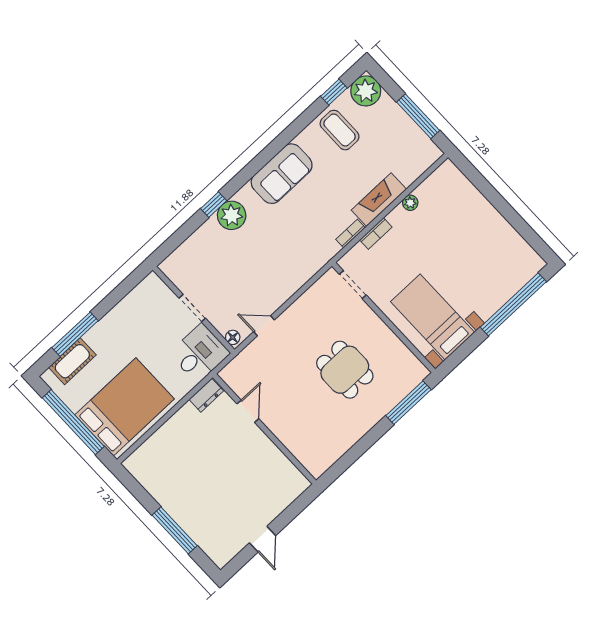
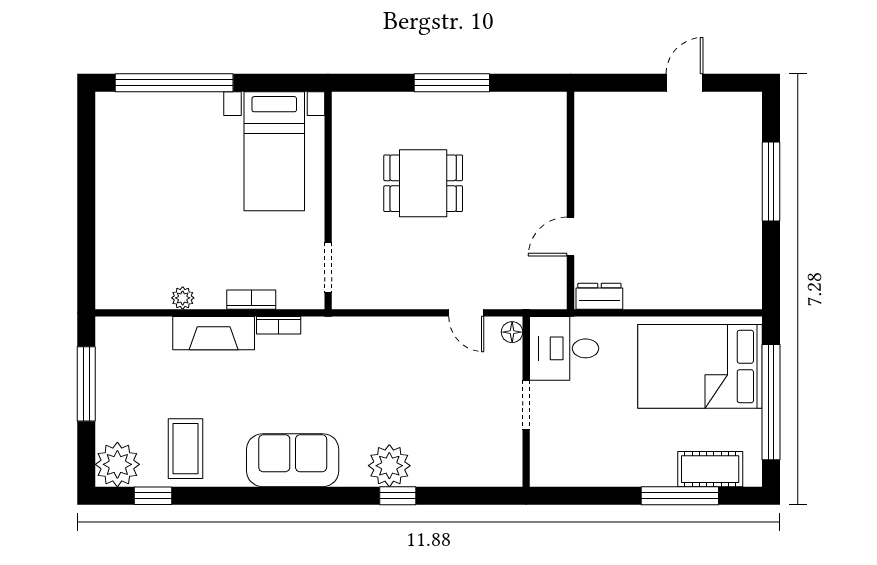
dining table: (345, 370) -> (423, 183), turned 90
window: (408, 403) -> (452, 83), moved

